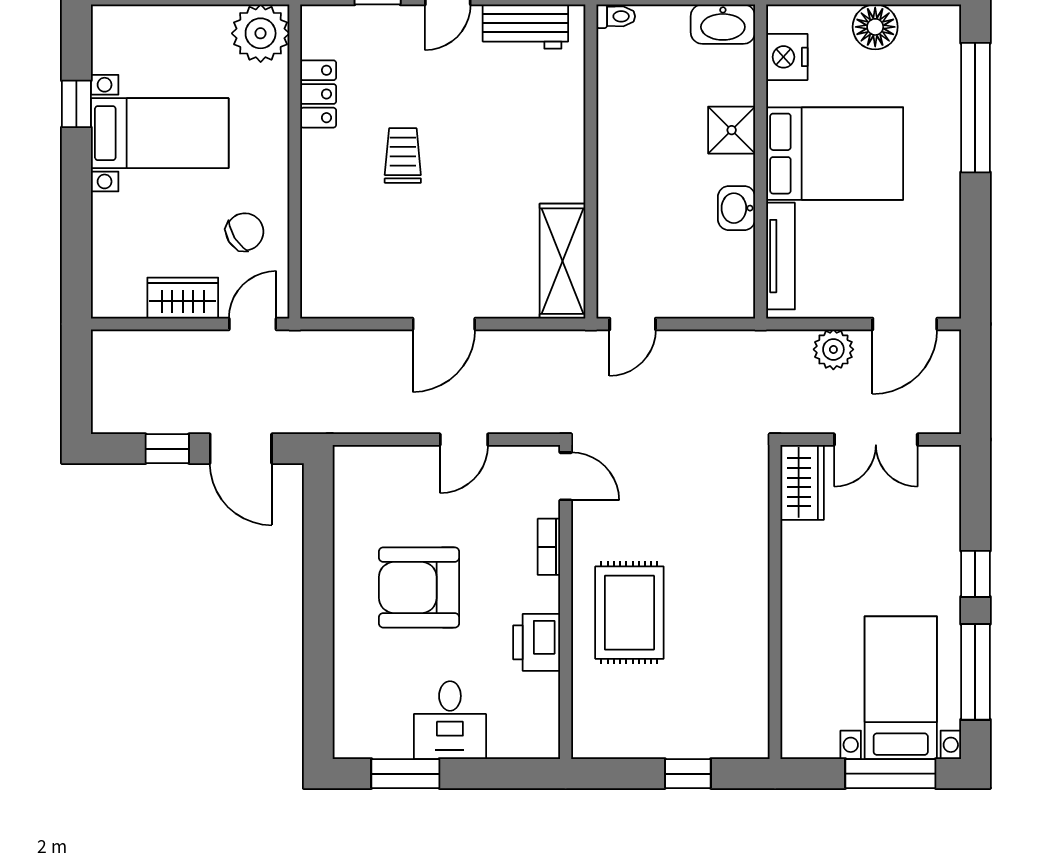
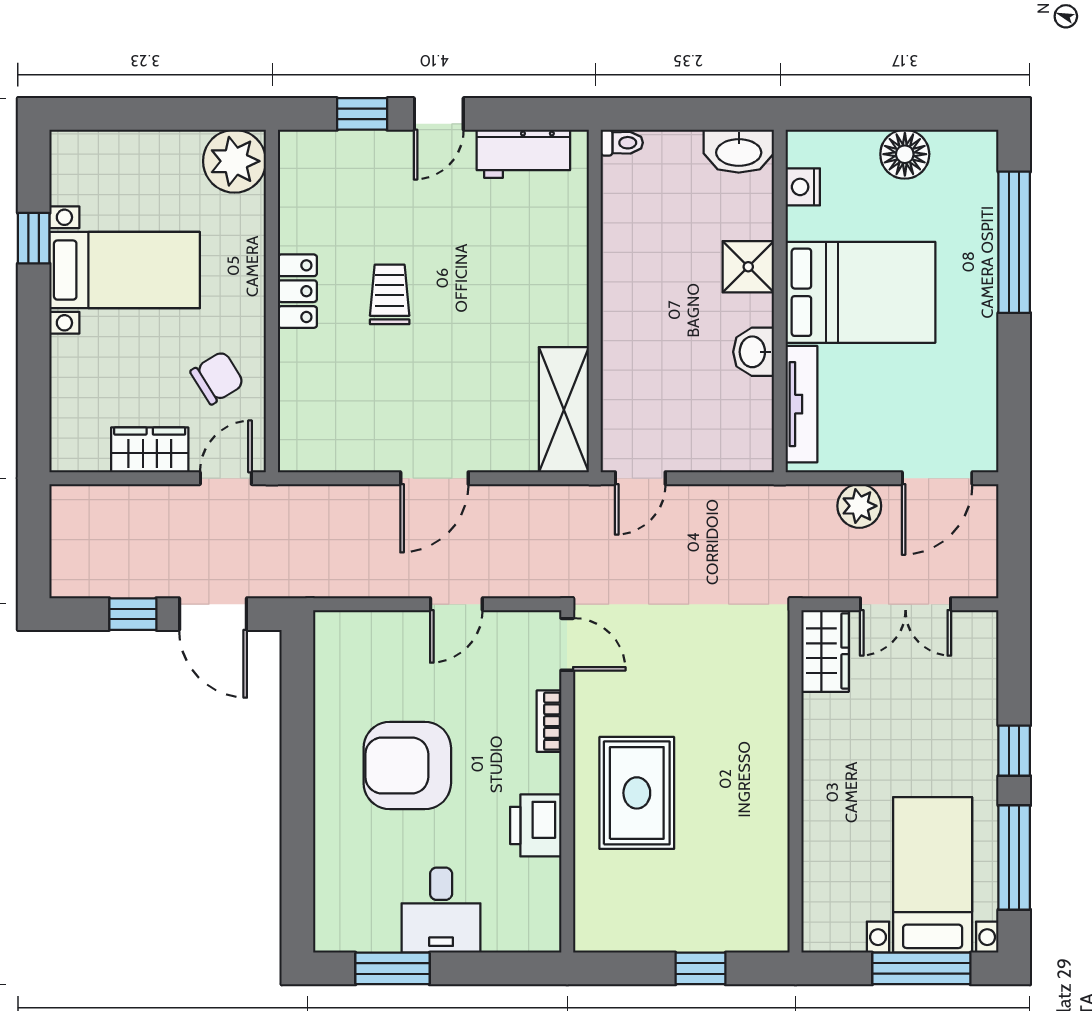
nightstand: (787, 57) -> (803, 187), width x0.74, depth x0.75
locker: (318, 94) -> (297, 291), moved

